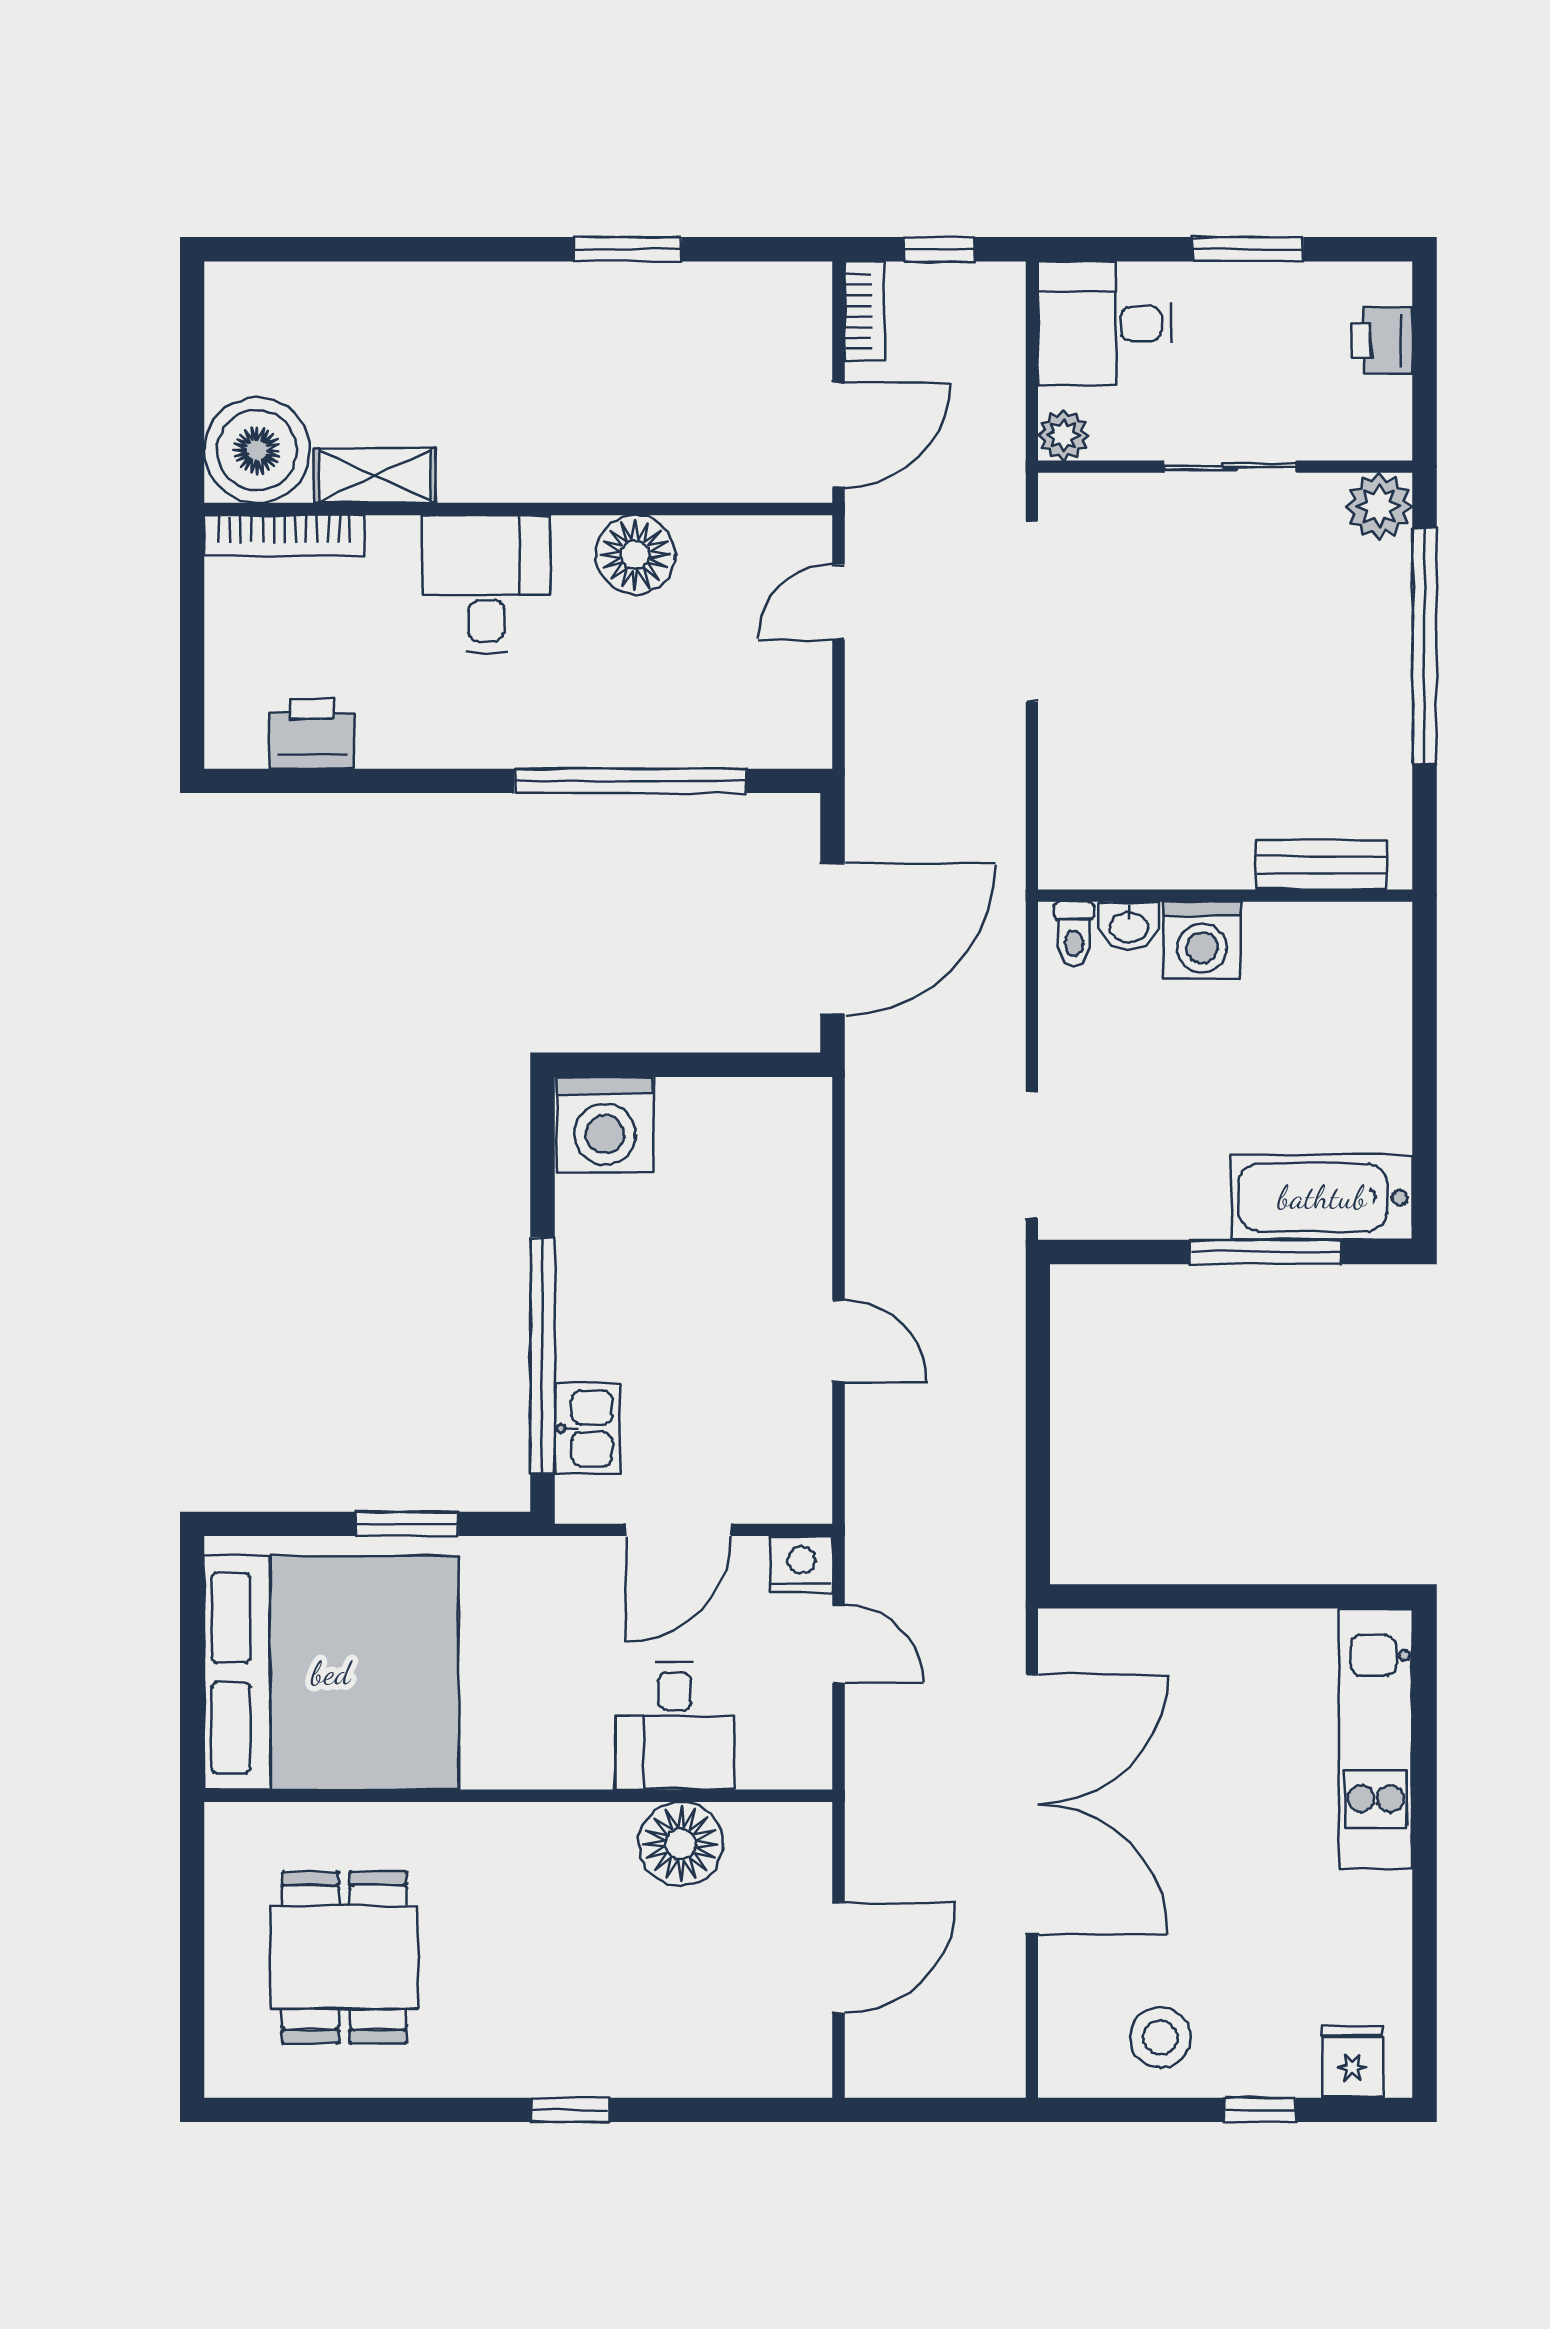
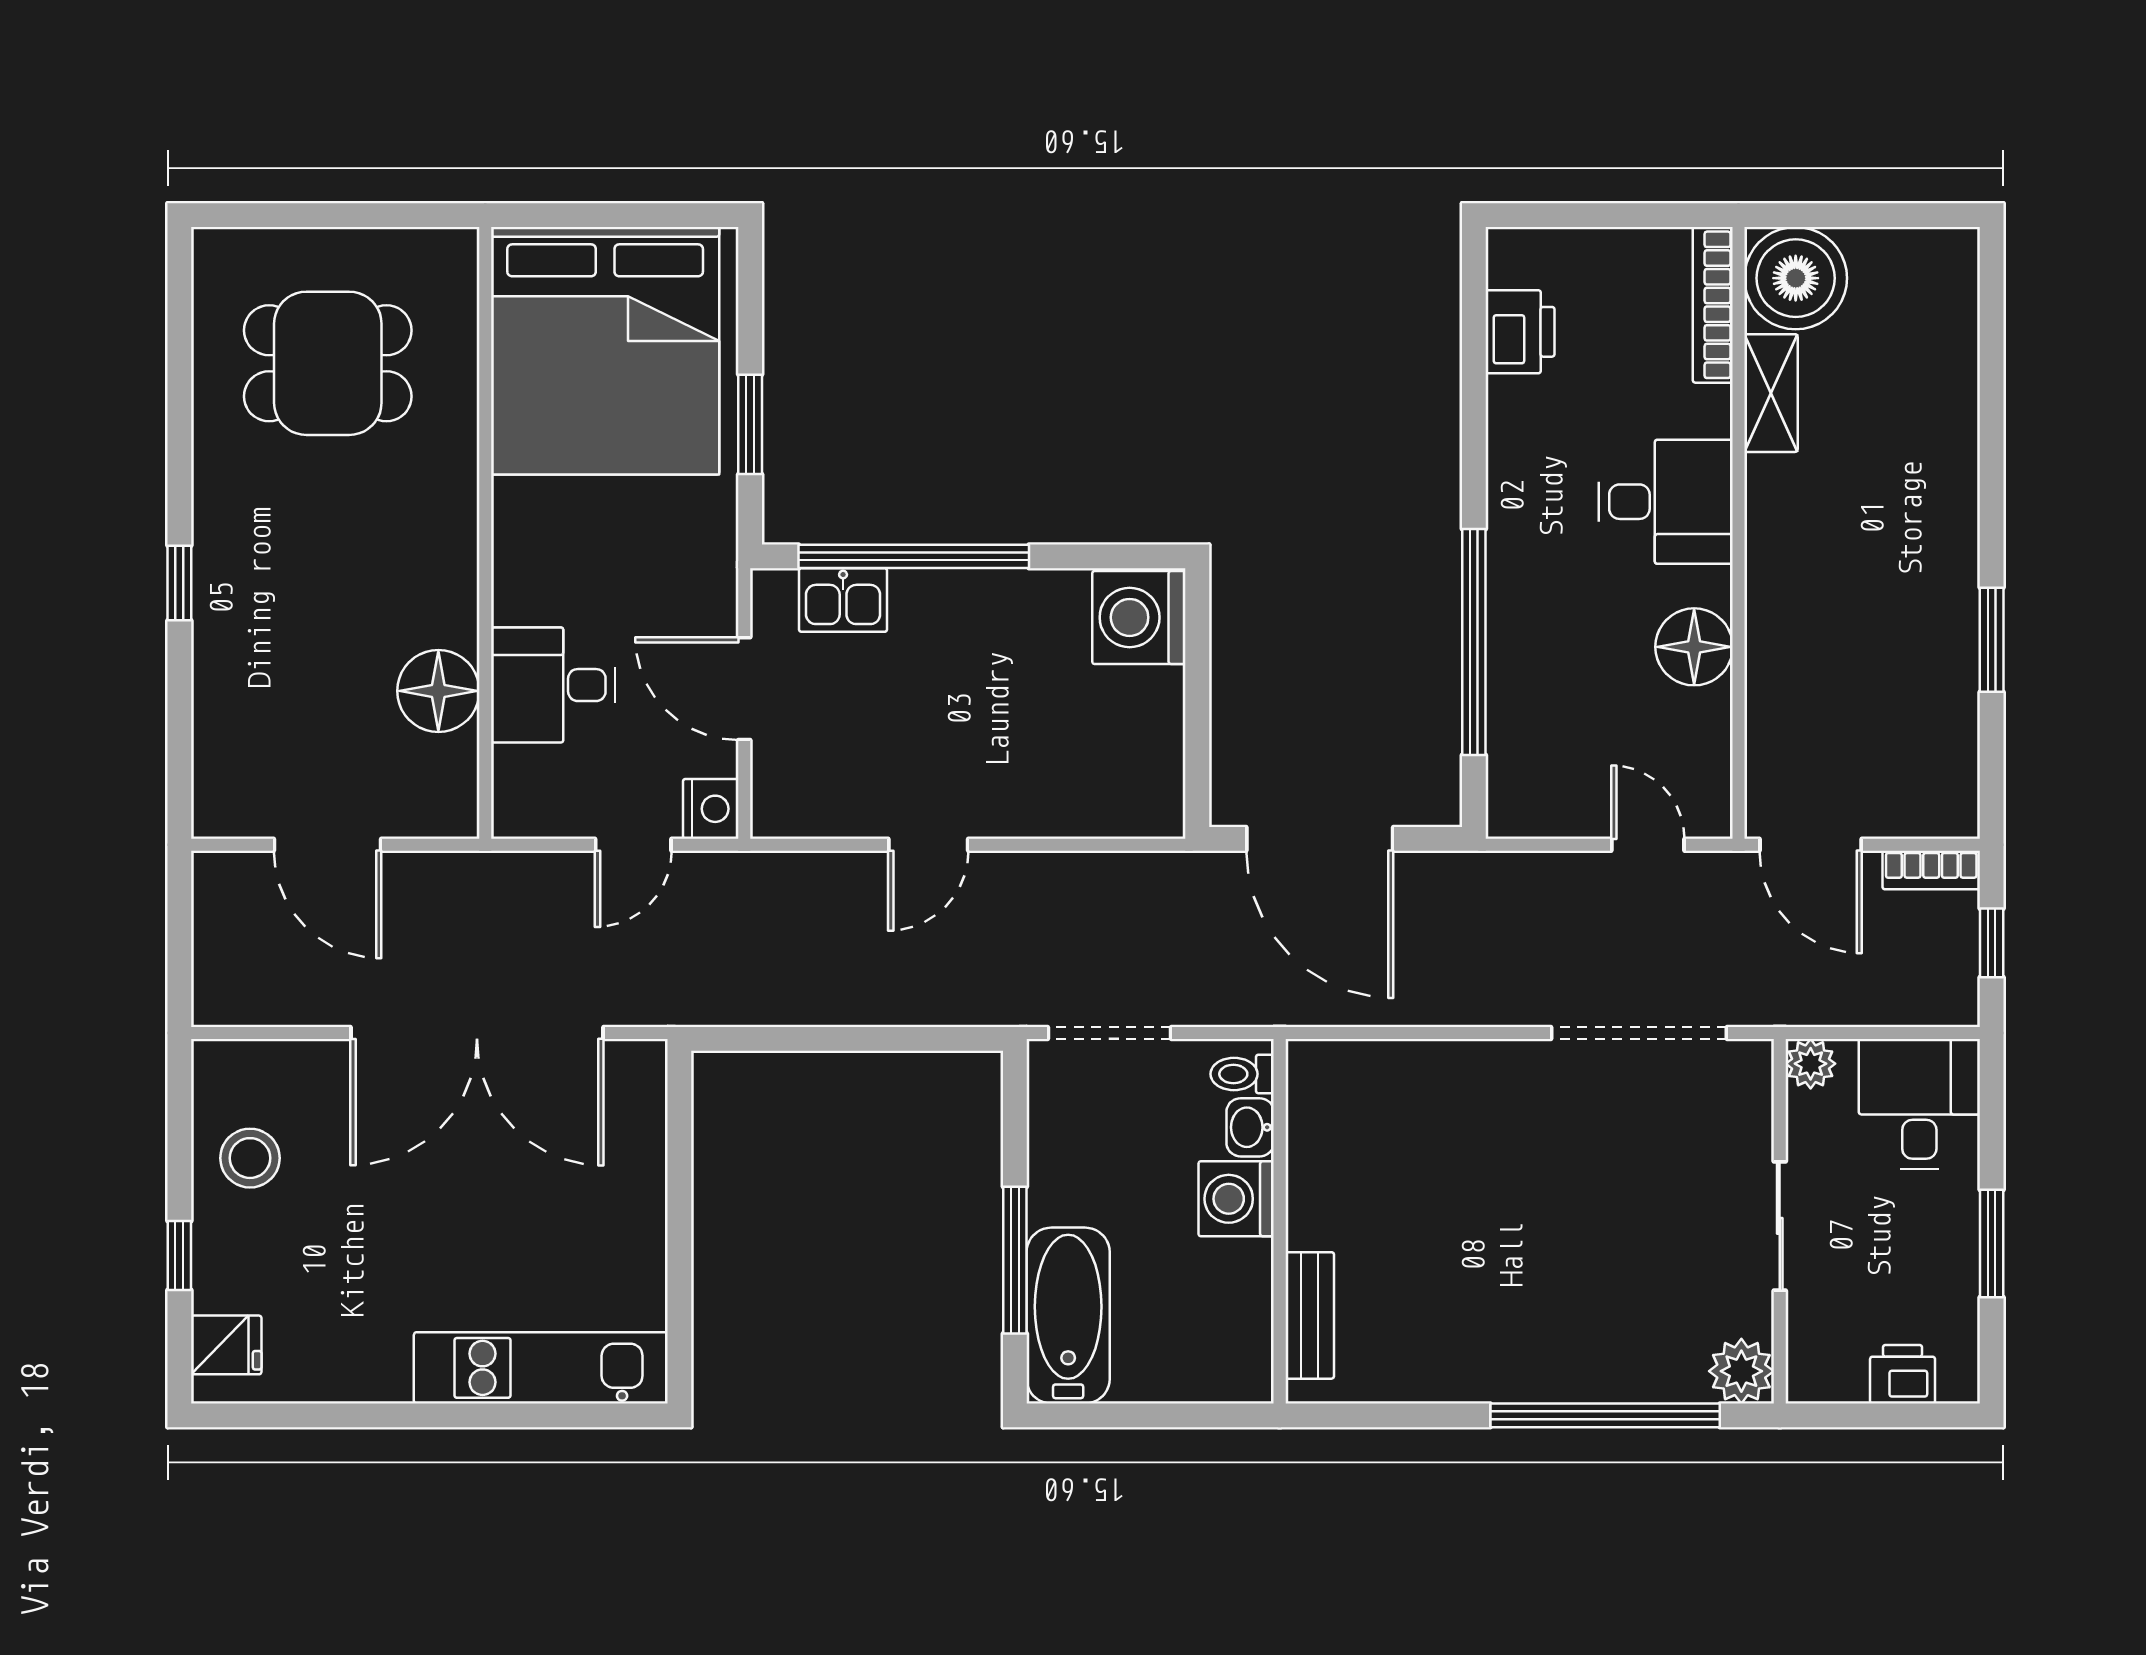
bench: (1322, 865) -> (1310, 1315), moved
wall: (1225, 896) -> (1280, 1221), moved
washbasin: (1129, 926) -> (1250, 1127), moved
toilet: (1074, 934) -> (1242, 1074), moved
washing machine: (1202, 940) -> (1236, 1199), moved

